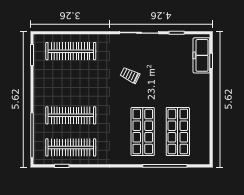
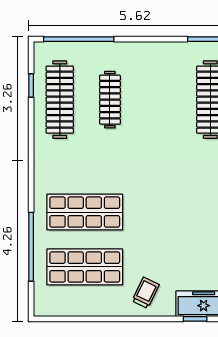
trolley: (130, 75) -> (146, 293), moved
clothes rail: (71, 115) -> (110, 100), width x0.73, depth x0.76

